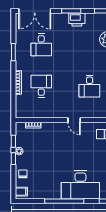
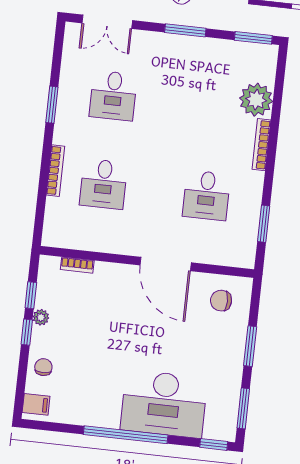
double door: (35, 11) -> (107, 22), width x0.73
printer: (77, 20) -> (195, 50), removed
desk: (41, 86) -> (103, 184), turned 180
door: (74, 120) -> (166, 264), width x1.88

